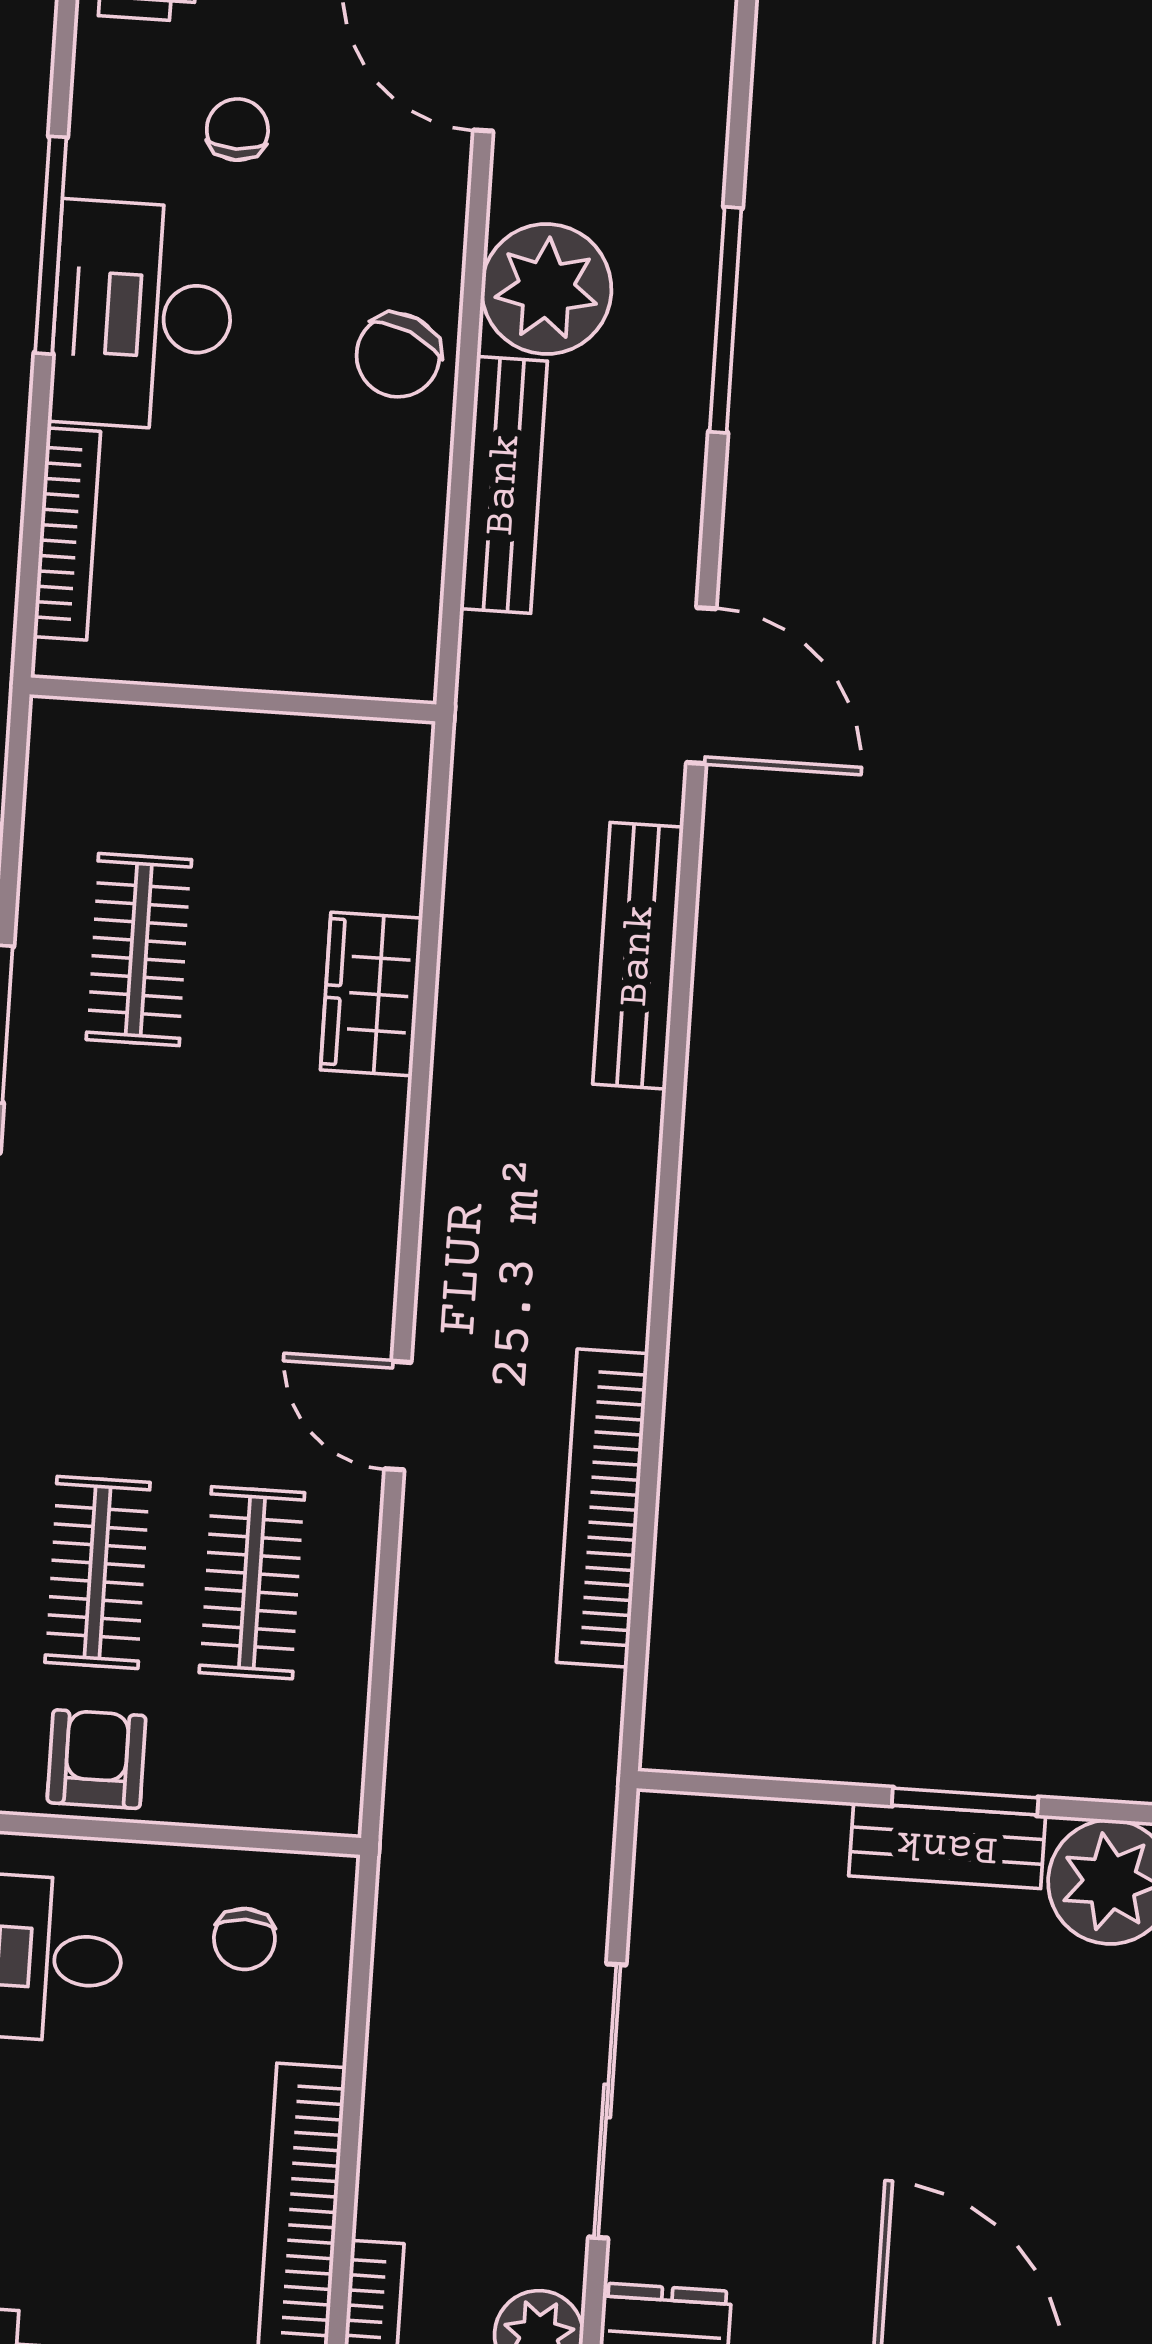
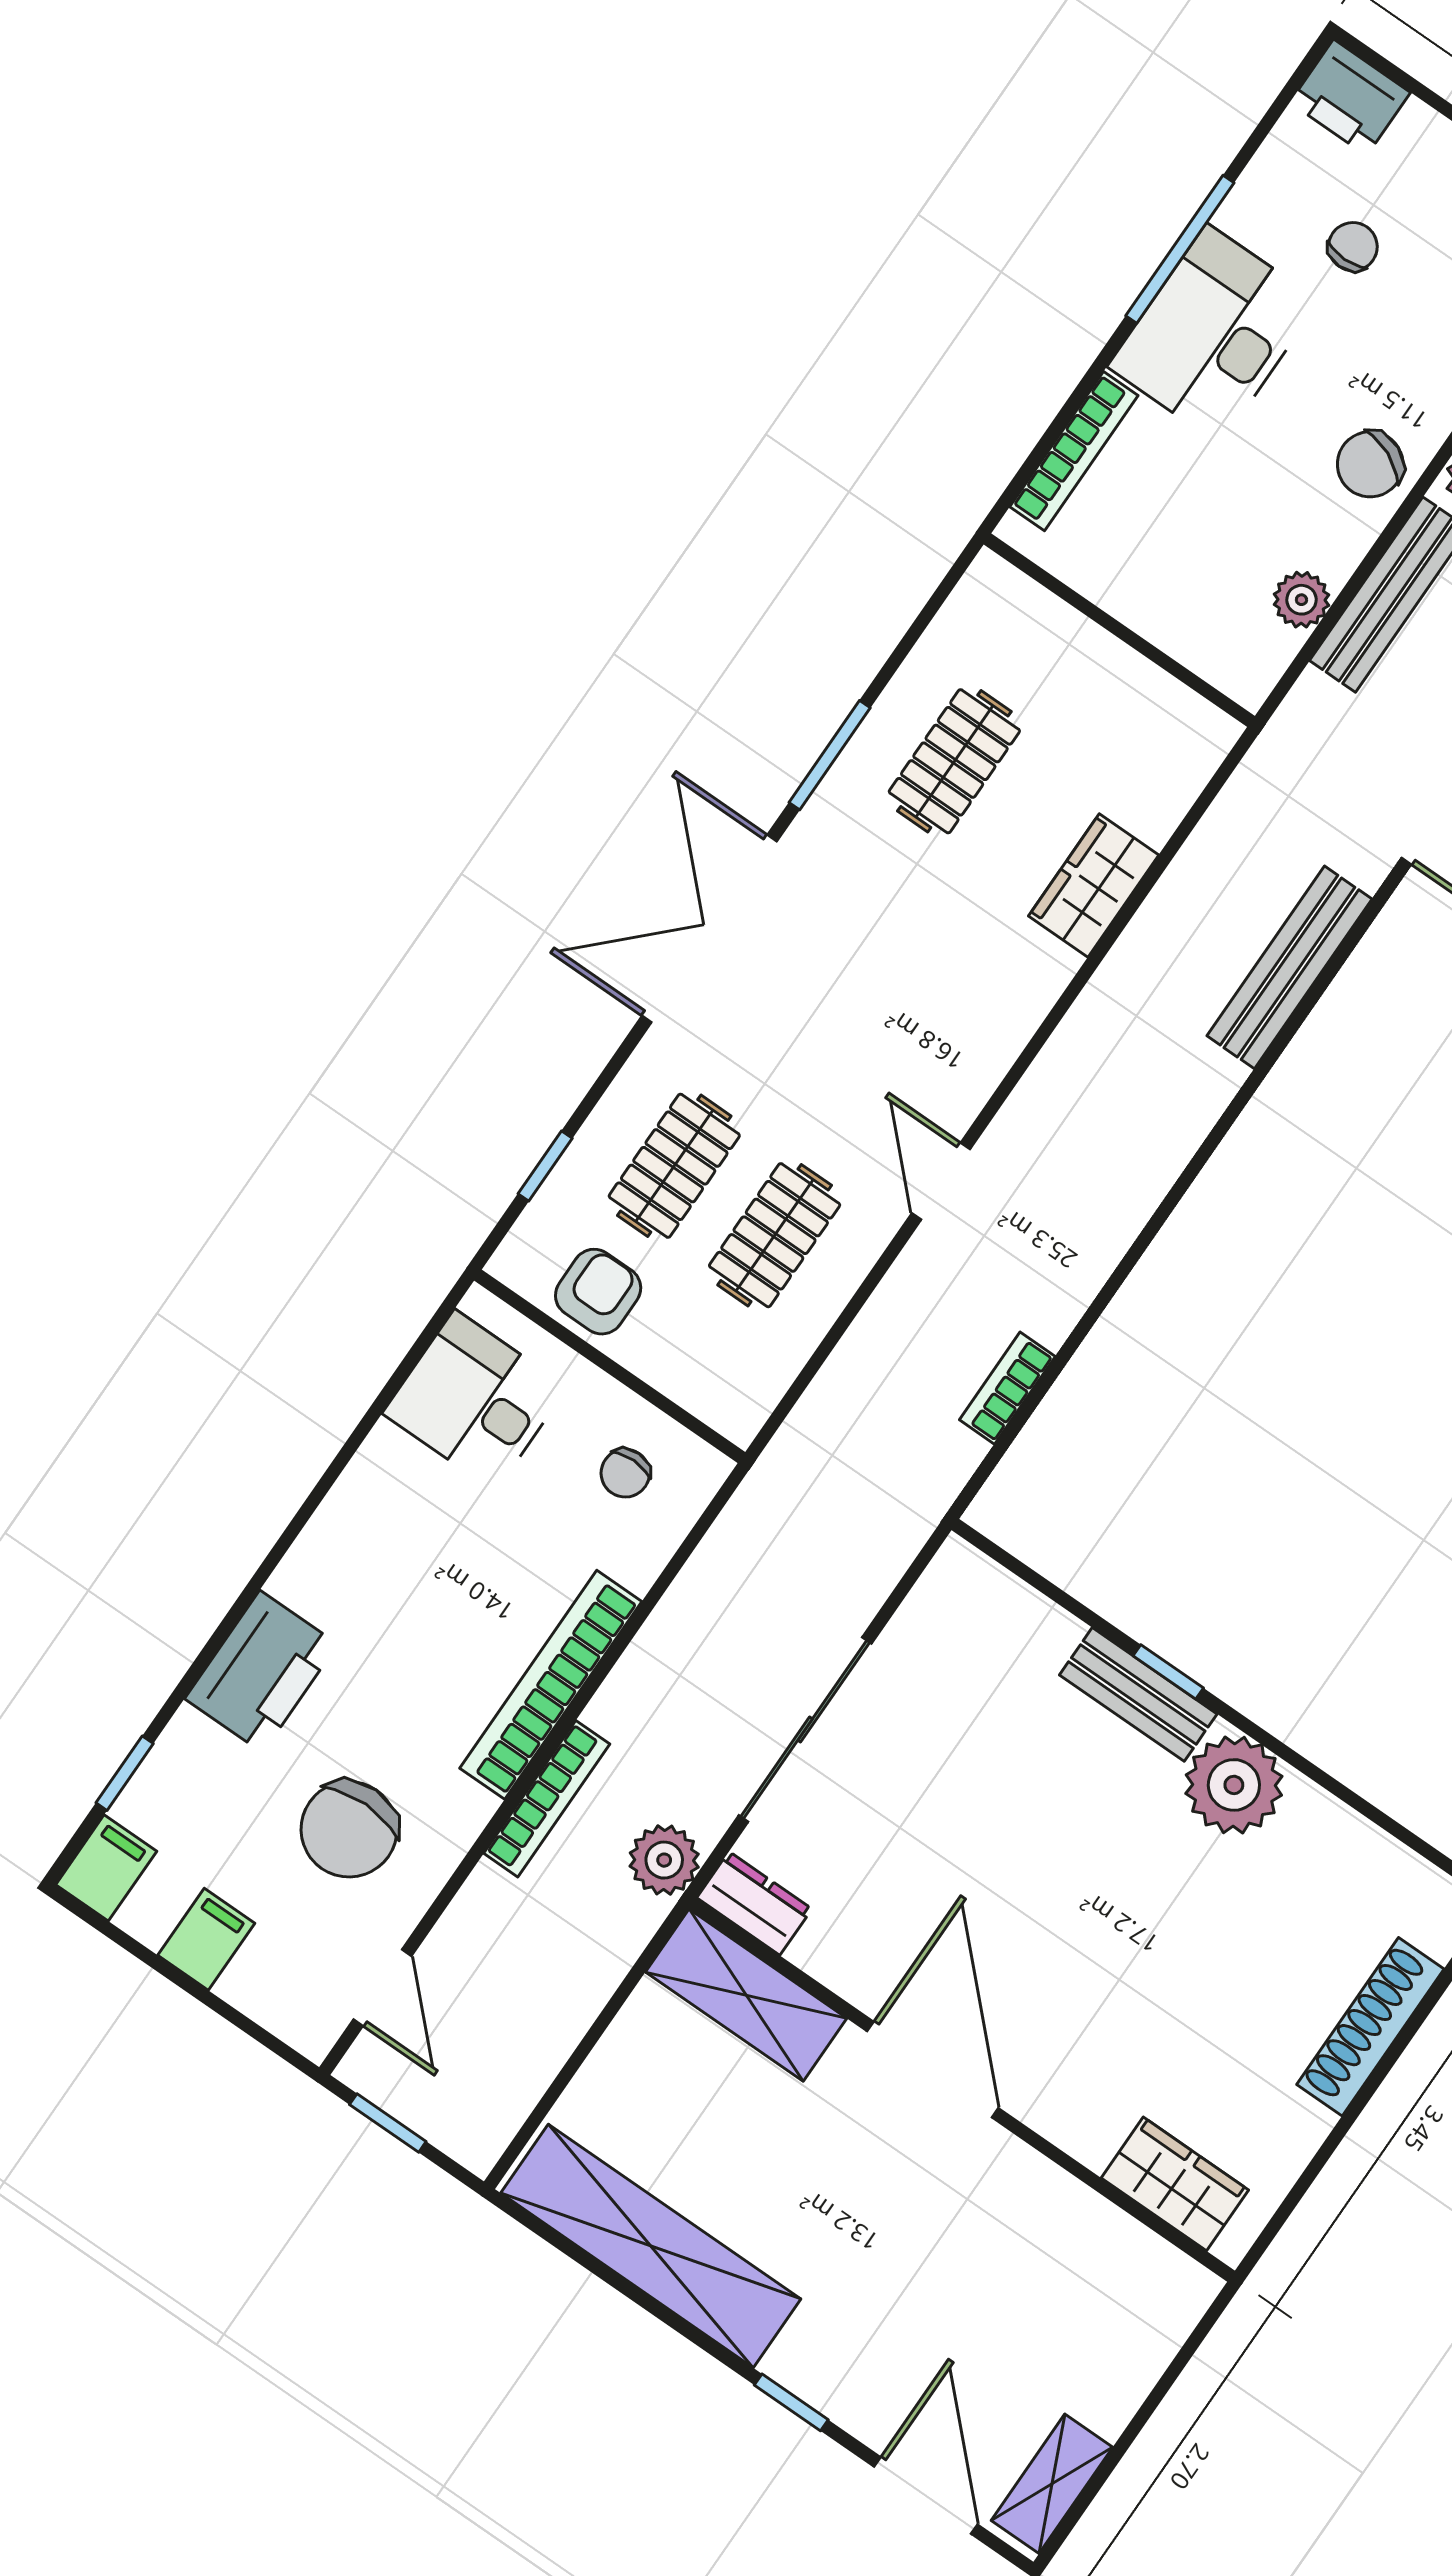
plant: (412, 548) -> (1301, 600), added
bookcase: (602, 1508) -> (1007, 1388), width x0.43, depth x0.76
window: (965, 1802) -> (1168, 1672), width x0.67

